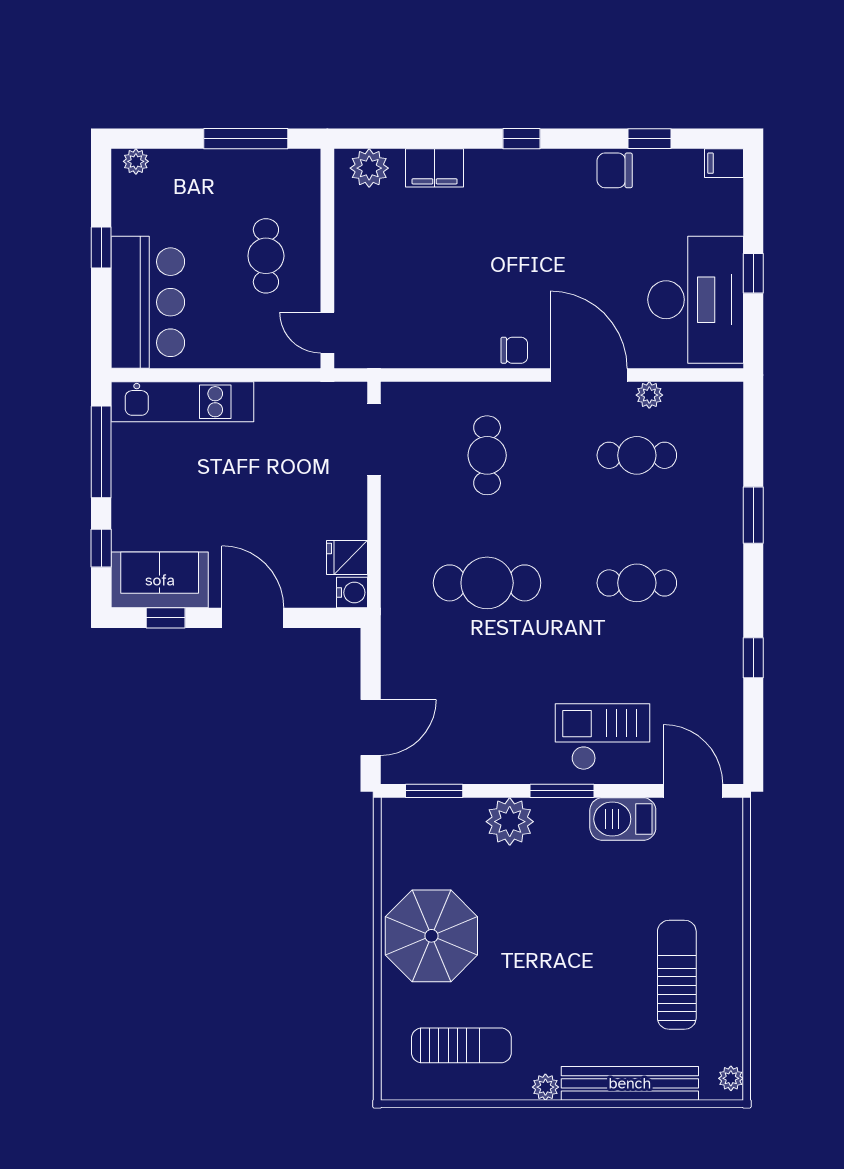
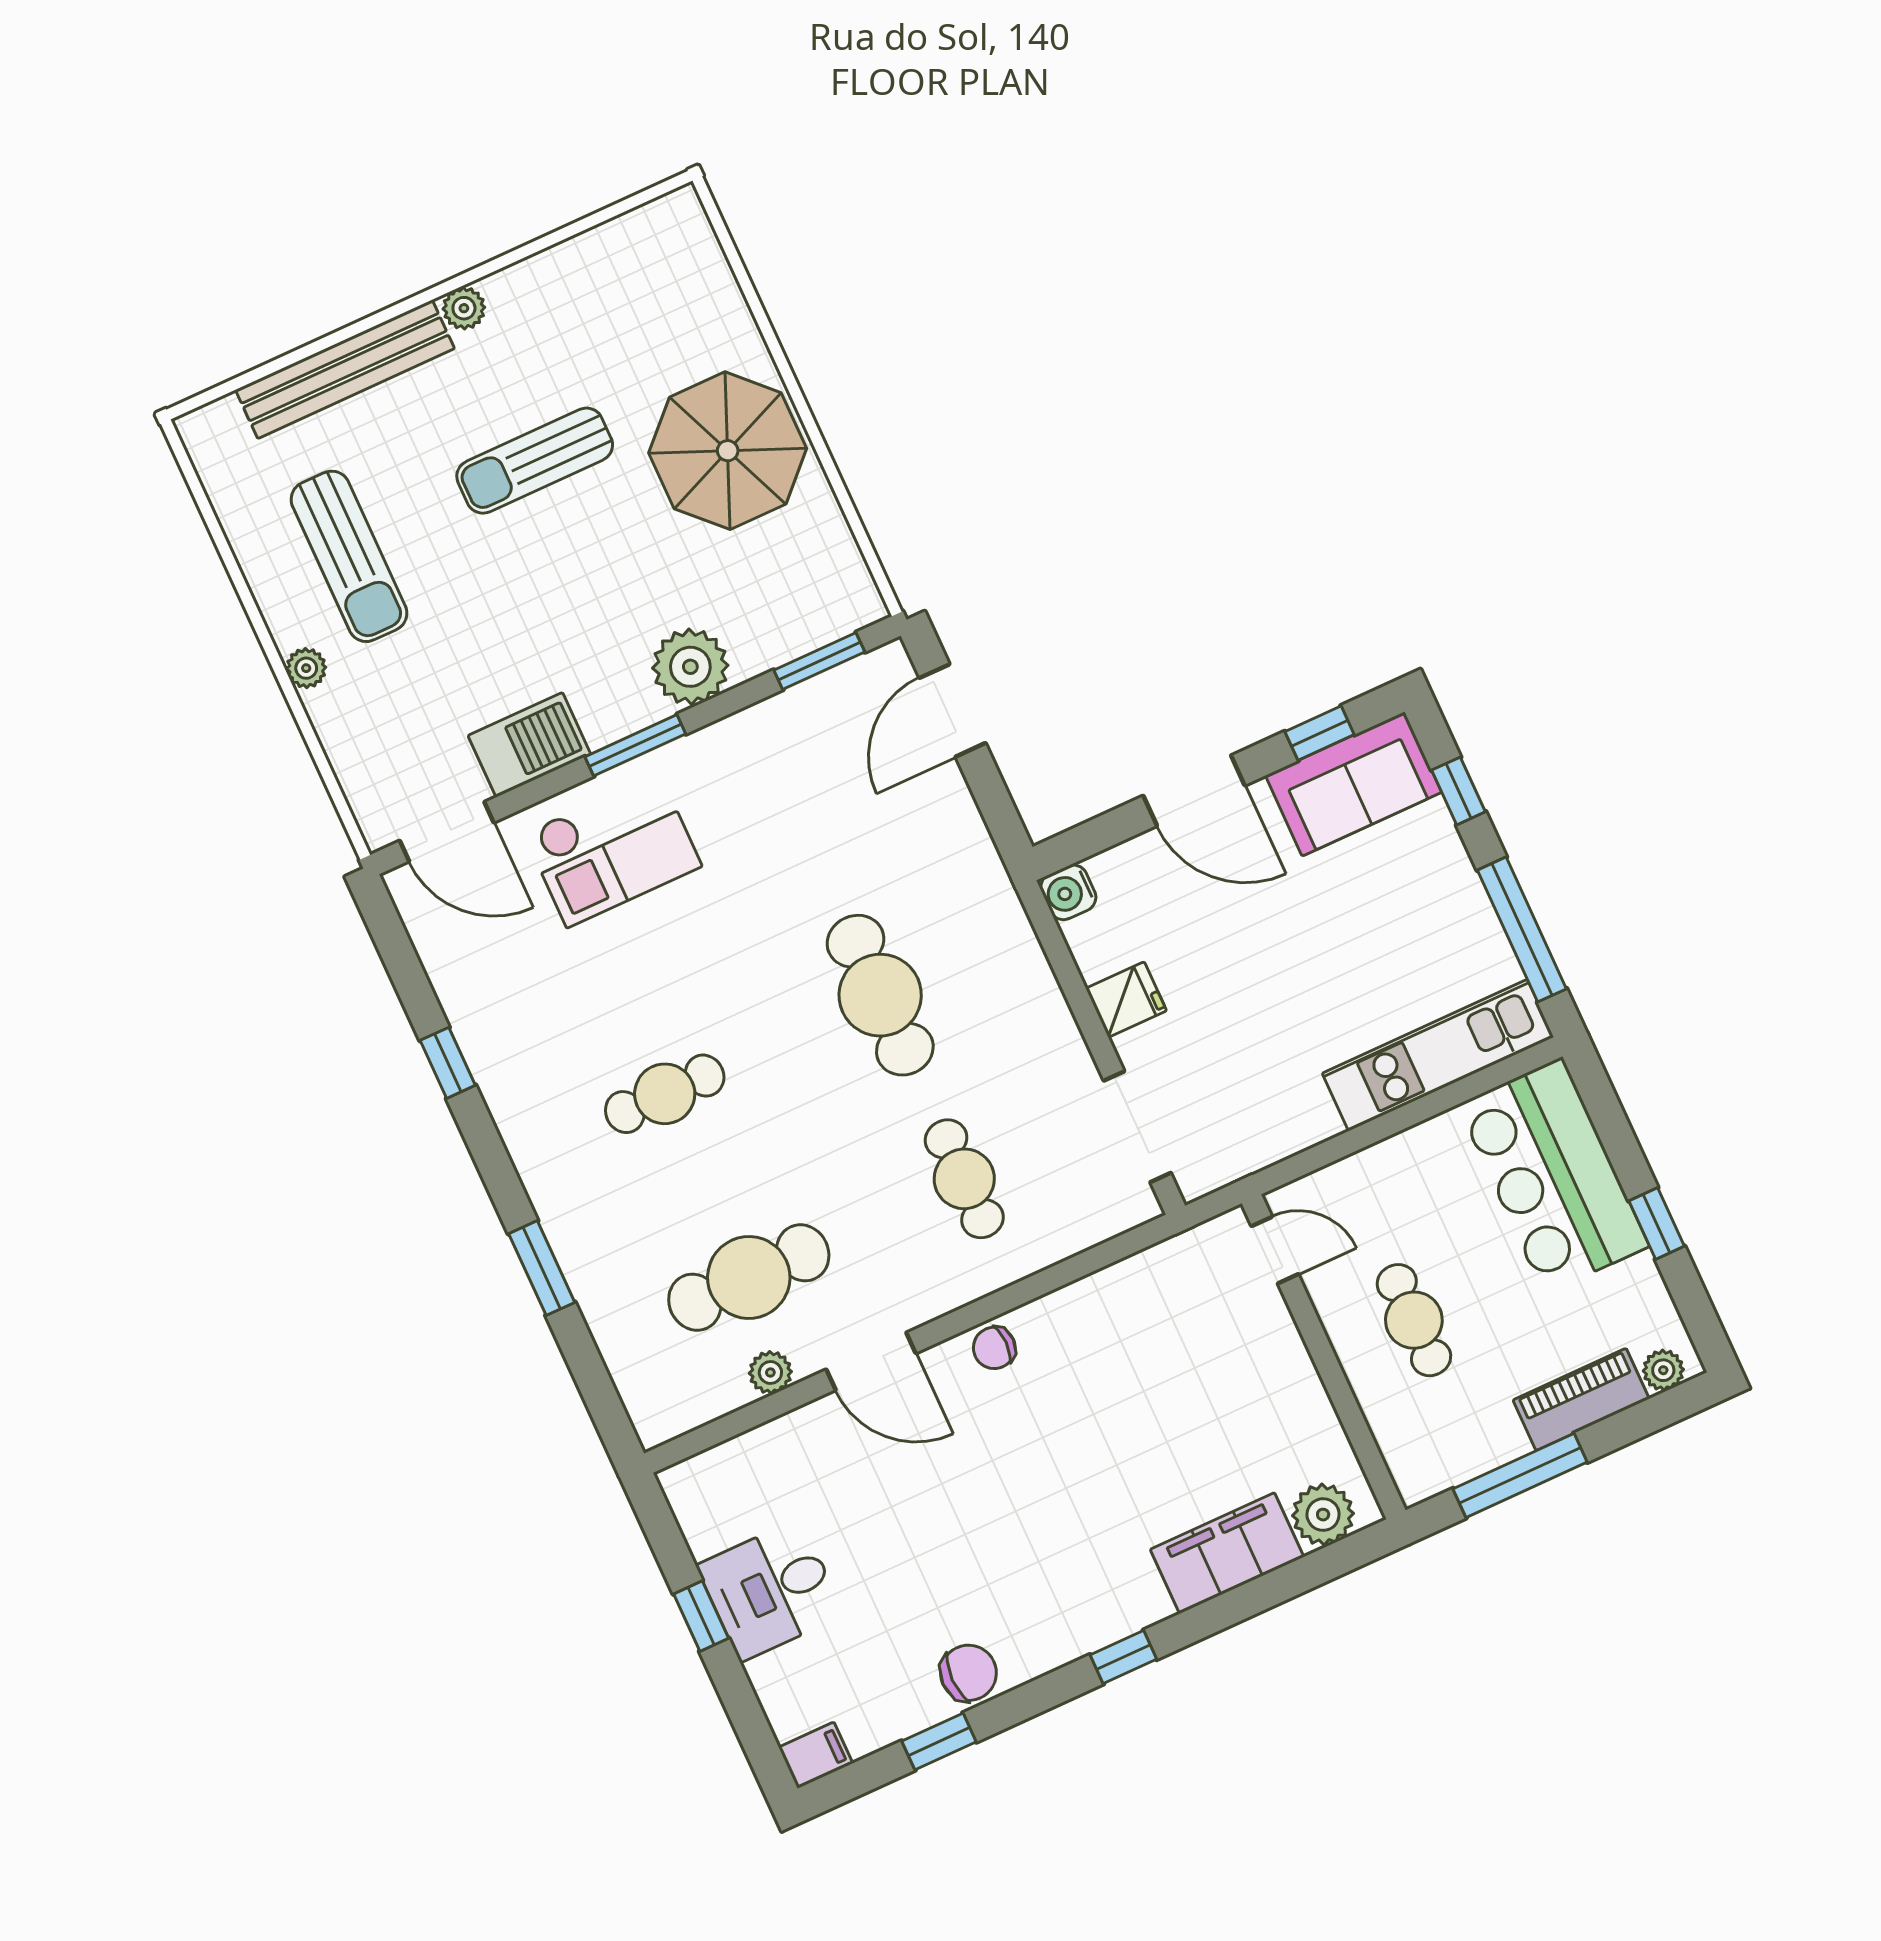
piano: (191, 166) -> (1581, 1399), added
filing cabinet: (435, 168) -> (1227, 1553), width x1.50, depth x1.17
desk: (696, 300) -> (770, 1590), width x0.53, depth x0.77
door: (589, 375) -> (871, 1361), width x0.73
cafe table: (637, 455) -> (749, 1277), width x1.37, depth x1.35
fridge: (347, 557) -> (1126, 1000), moved
cafe table: (487, 583) -> (880, 995), turned 90
sun lounger: (461, 1045) -> (535, 461), moved
plant: (731, 1078) -> (306, 668), moved

